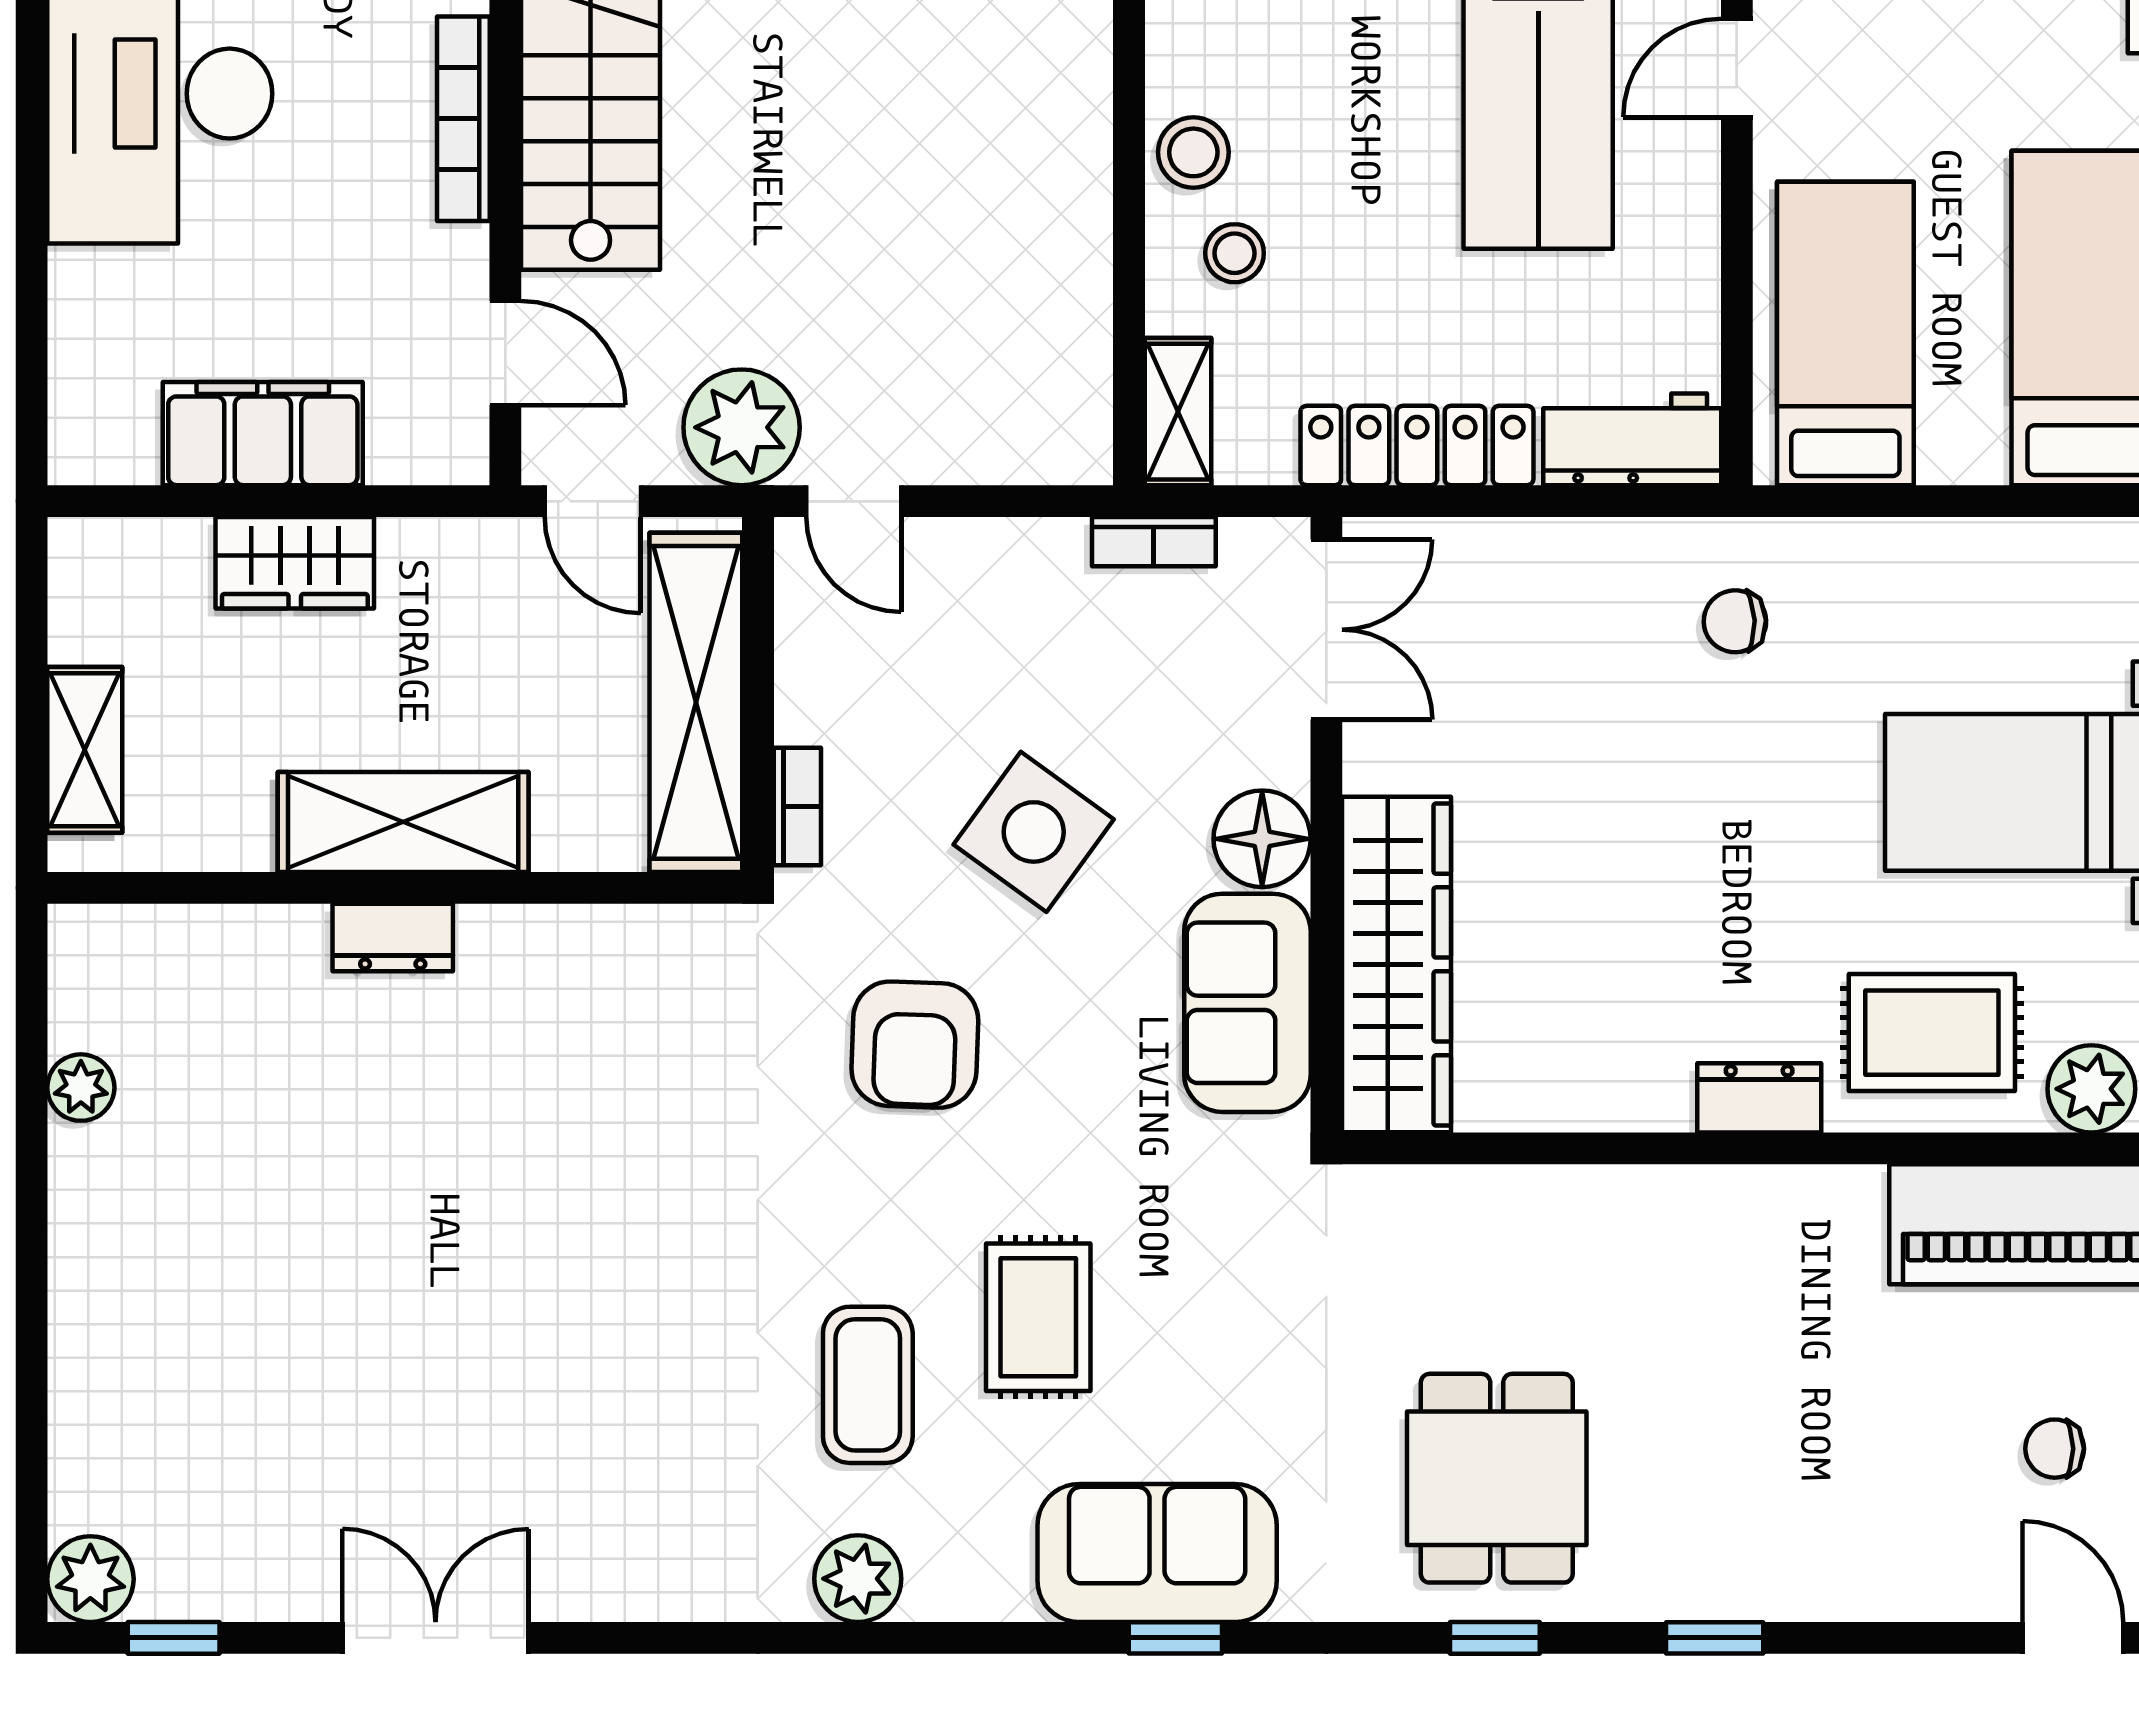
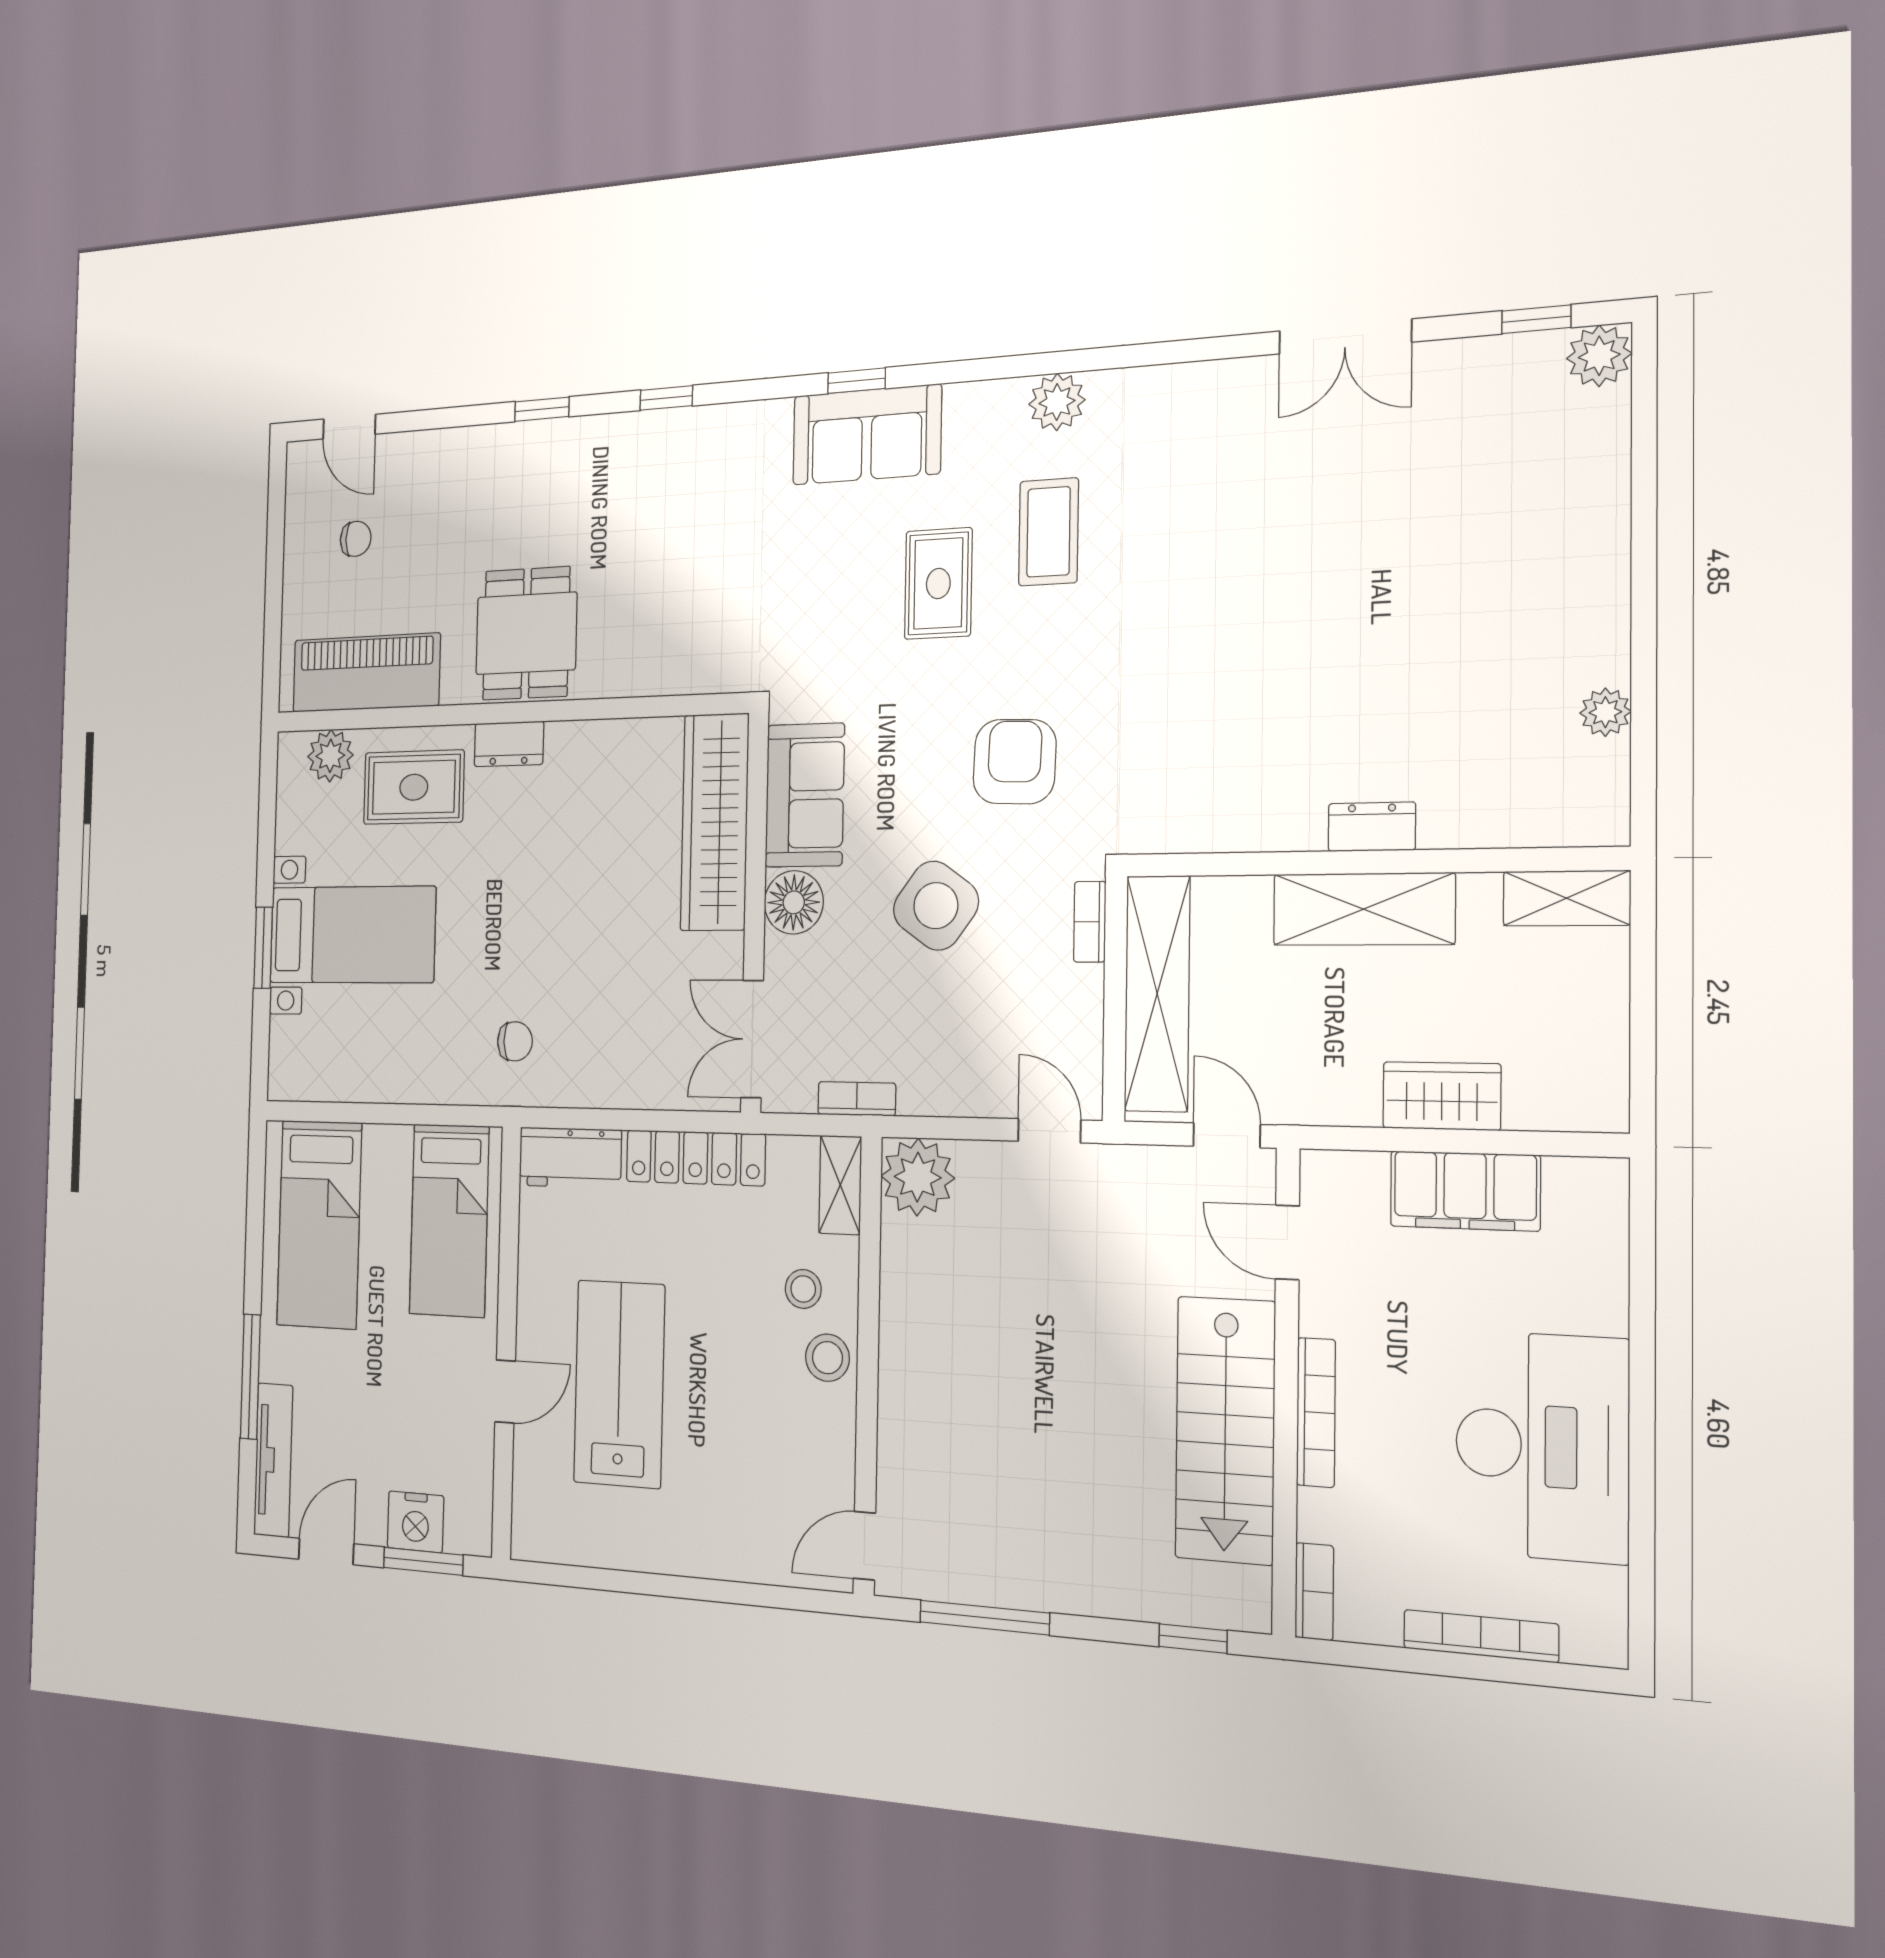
plant: (742, 427) -> (918, 1177), moved
shelving: (85, 750) -> (1567, 898), moved, turned 90
dining table: (1497, 1478) -> (526, 633), moved

